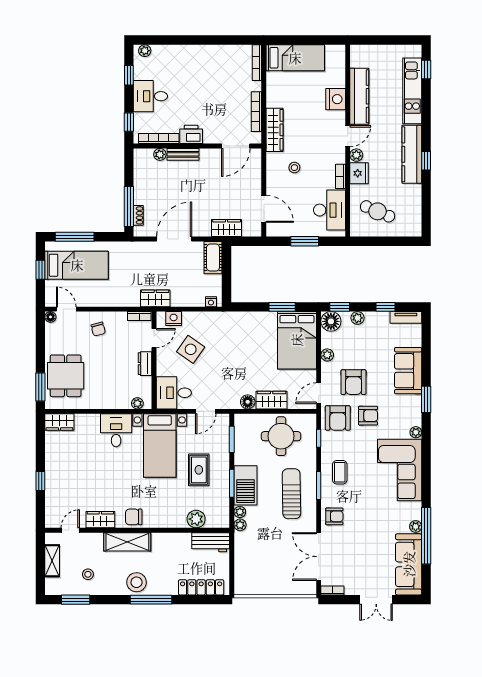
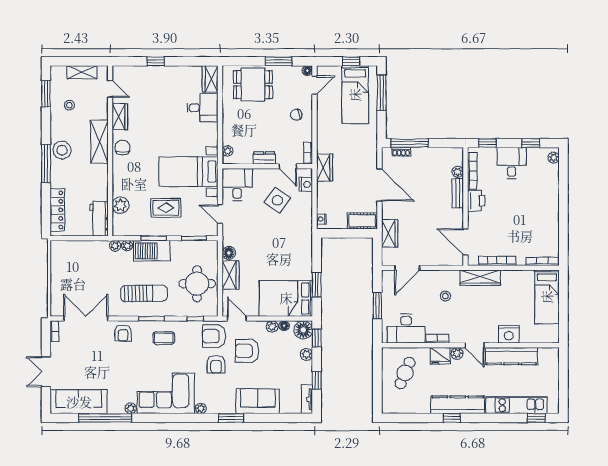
floor lamp: (326, 342) -> (284, 326), added
window: (40, 387) -> (279, 61), moved
desk: (116, 430) -> (203, 108), moved
plant: (416, 527) -> (131, 408), moved

